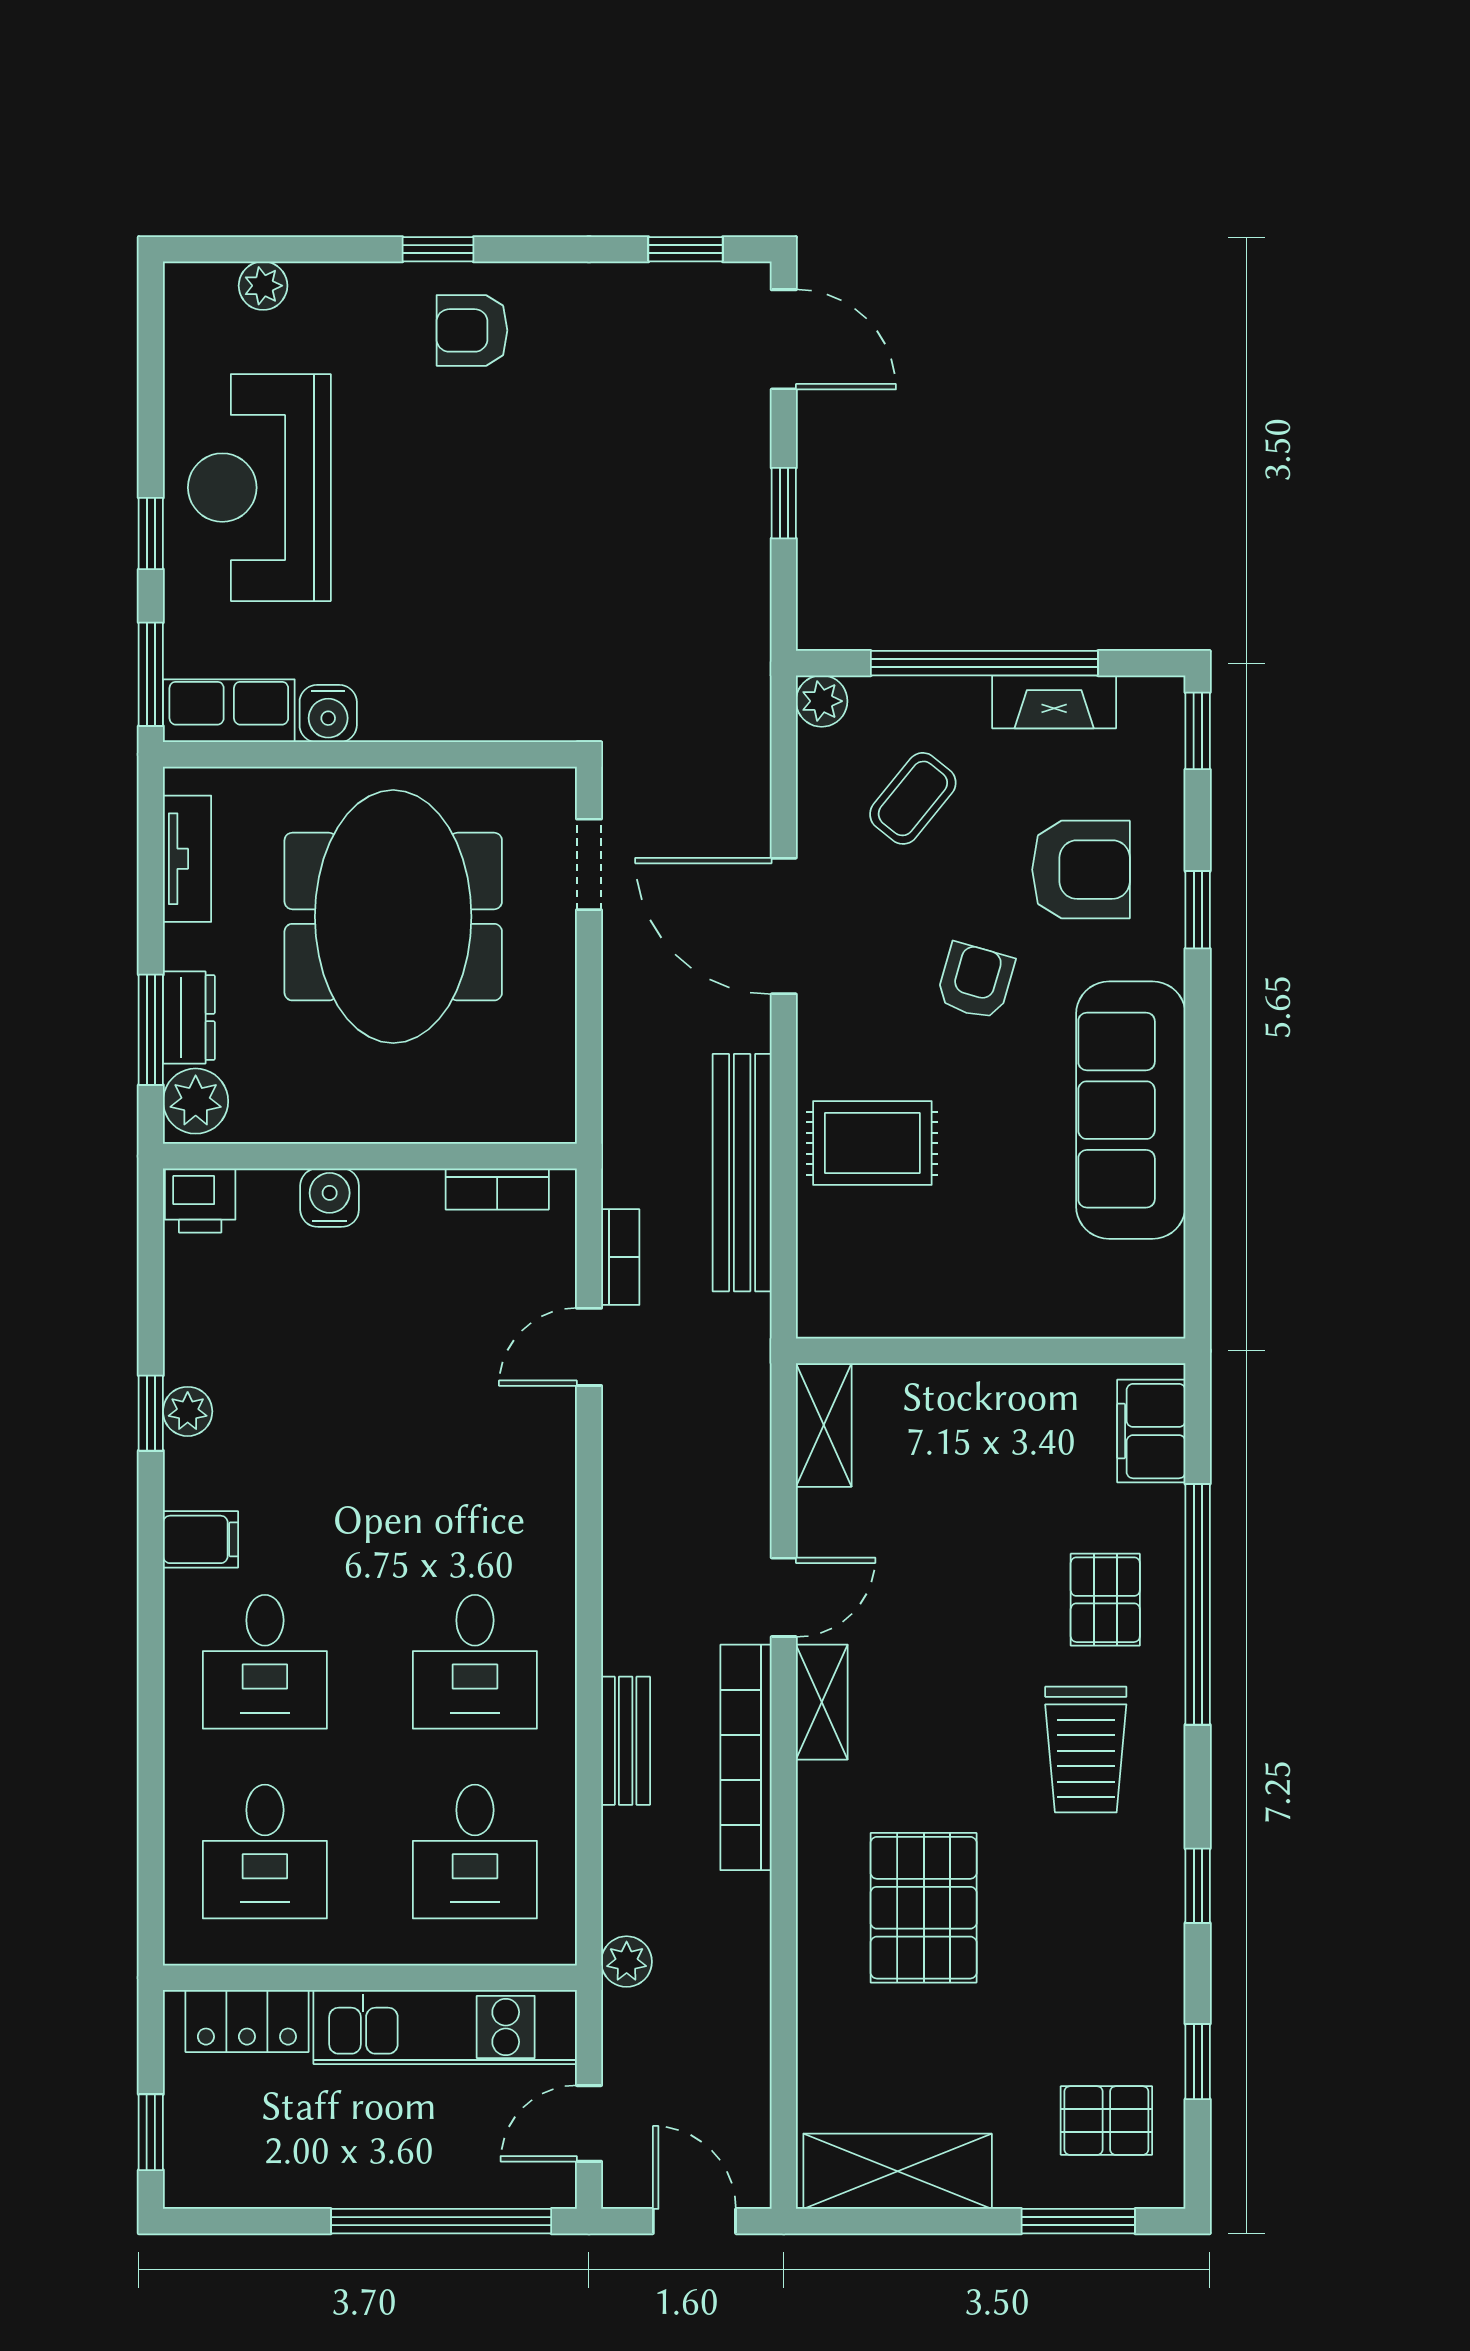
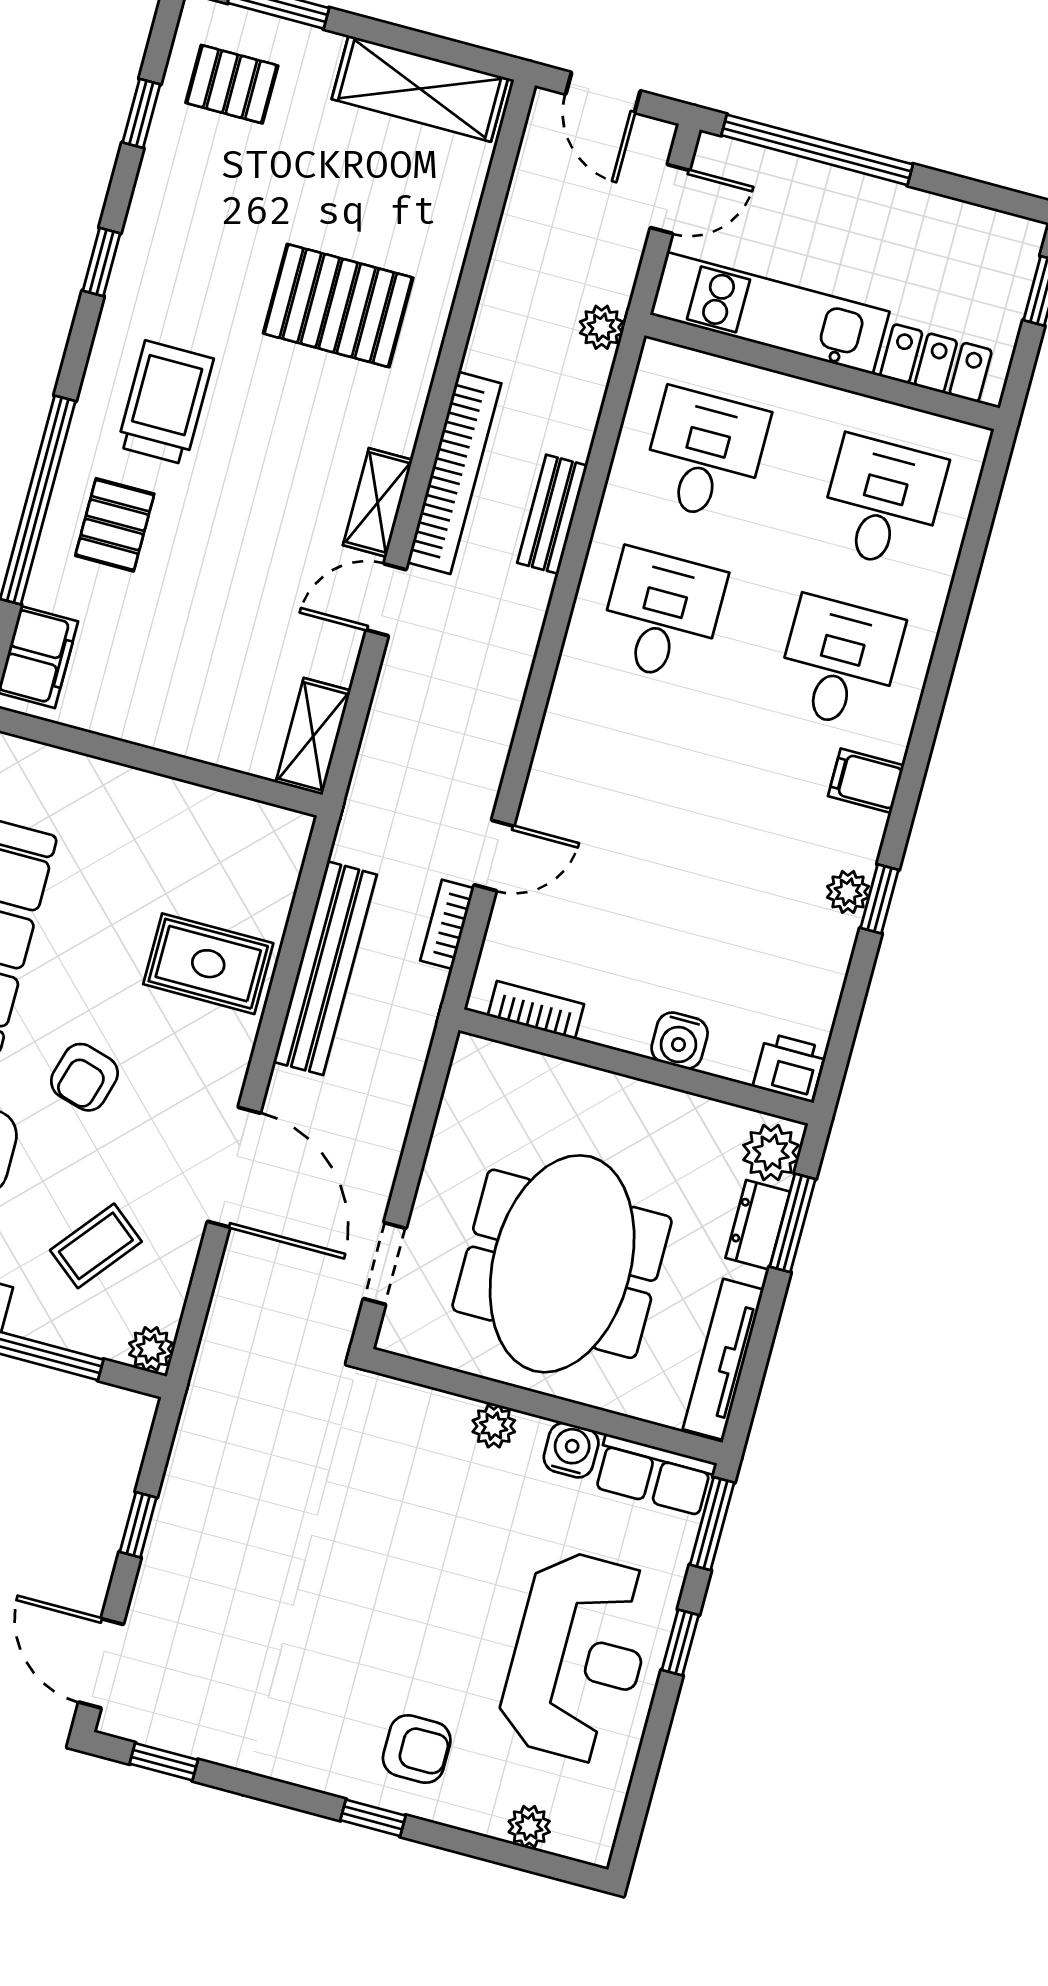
armchair: (472, 330) -> (417, 1749), moved
plant: (421, 717) -> (494, 1426), added
tv unit: (187, 859) -> (723, 1359), width x1.41
pallet: (924, 1908) -> (338, 306), turned 90

